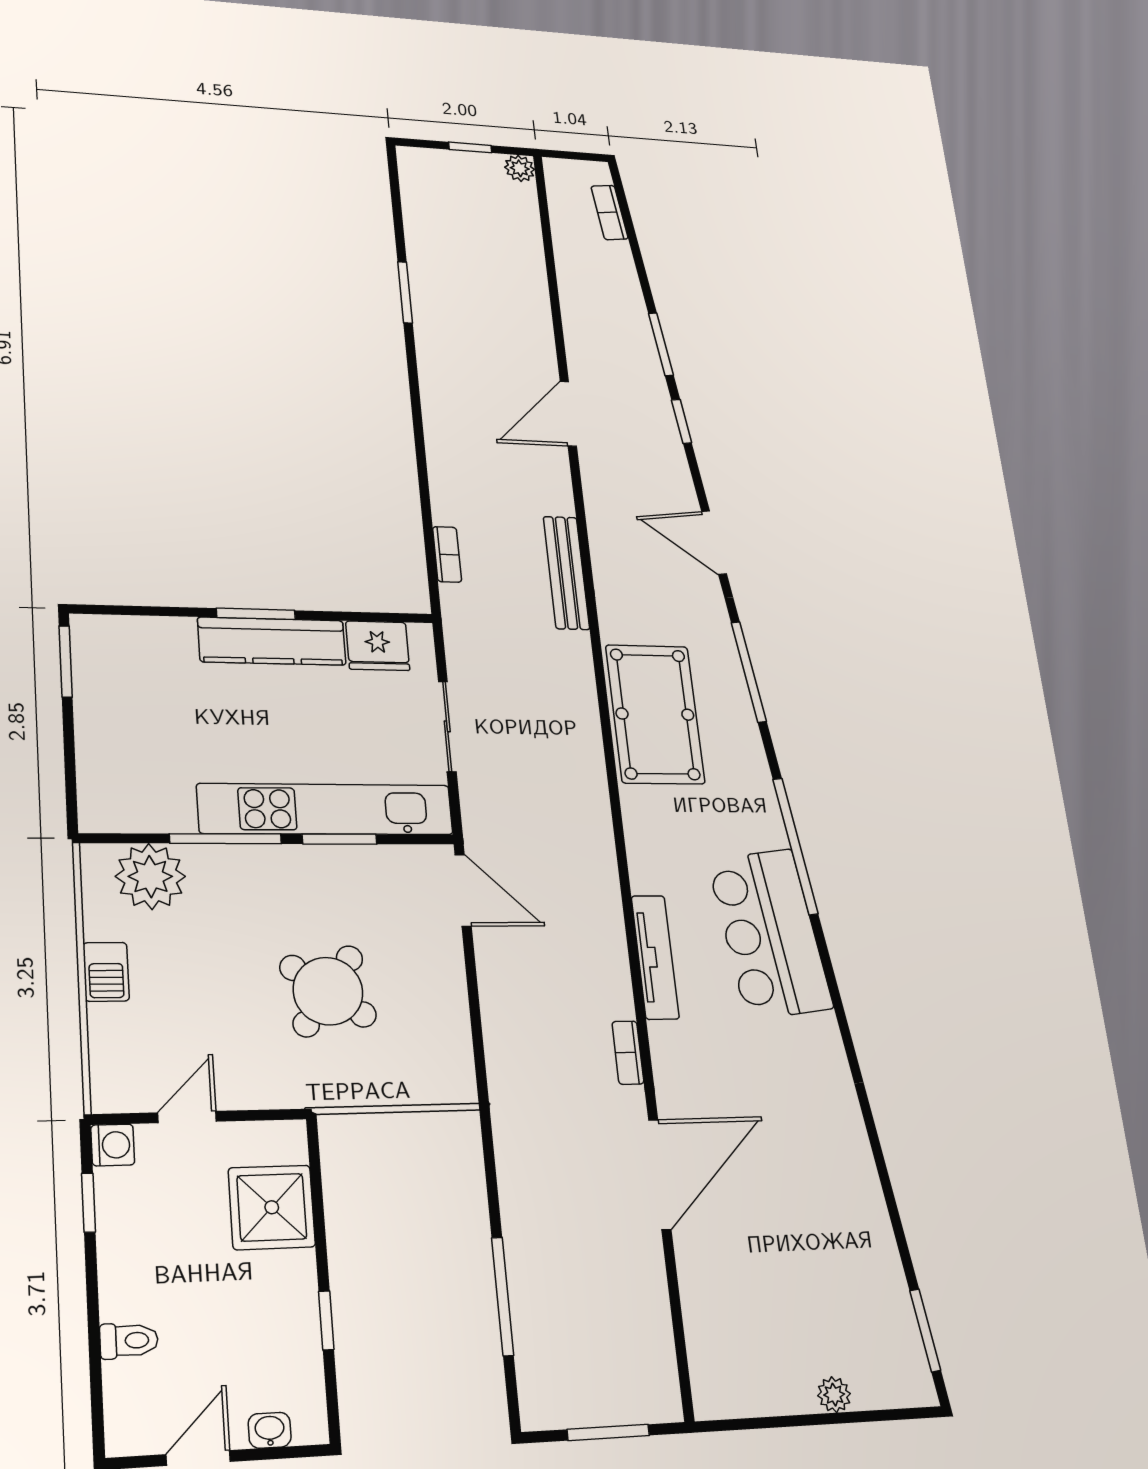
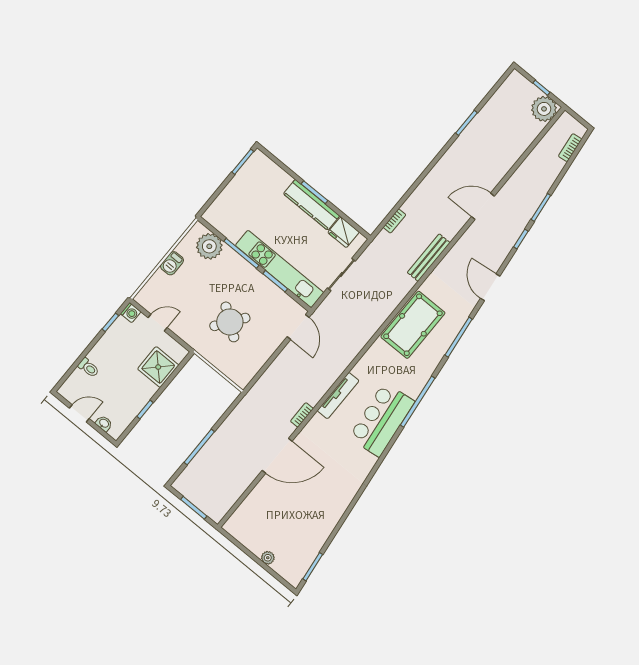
plant: (520, 168) -> (544, 109), width x1.87, depth x1.87

